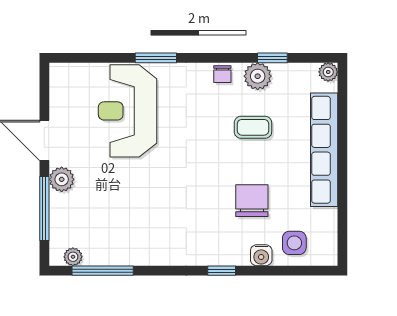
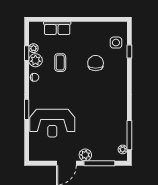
plant: (328, 72) -> (33, 48), moved
row of seats: (324, 150) -> (57, 28), width x0.50
chair: (252, 201) -> (96, 63), turned 90
water cooler: (261, 255) -> (122, 59), removed
window: (222, 271) -> (129, 52), moved

